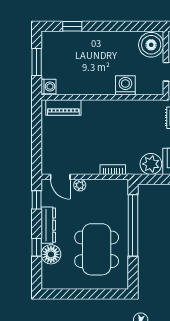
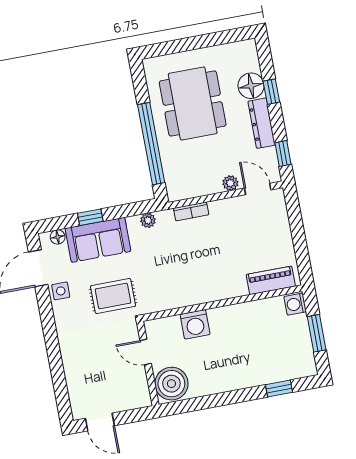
plant: (151, 164) -> (148, 220), width x0.53, depth x0.53

